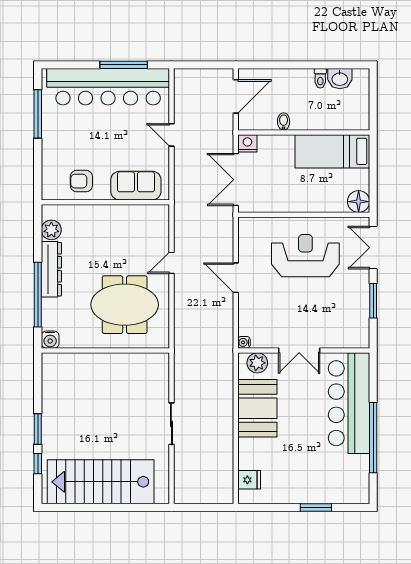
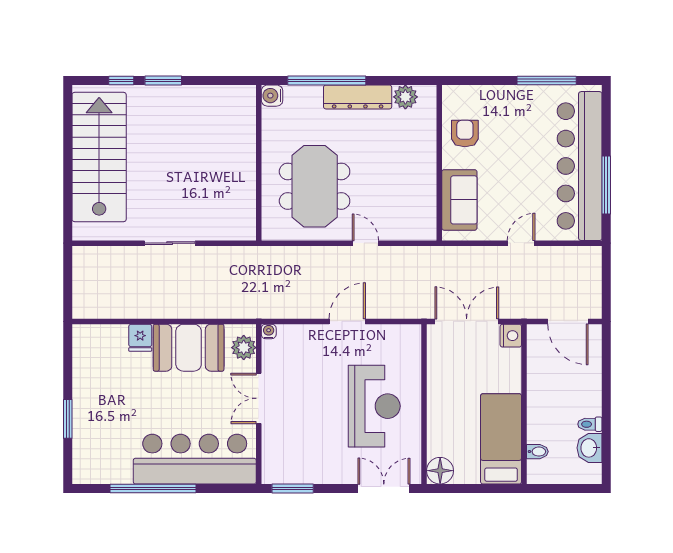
bidet: (284, 121) -> (537, 452), moved
window: (373, 301) -> (293, 488), moved
fridge: (249, 480) -> (140, 338), moved

